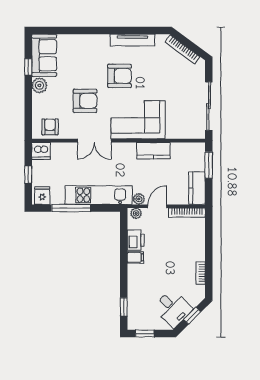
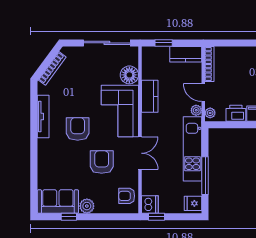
floor lamp: (176, 130) -> (129, 75), added
window: (209, 165) -> (164, 43), width x0.67
window: (28, 174) -> (157, 217), moved

